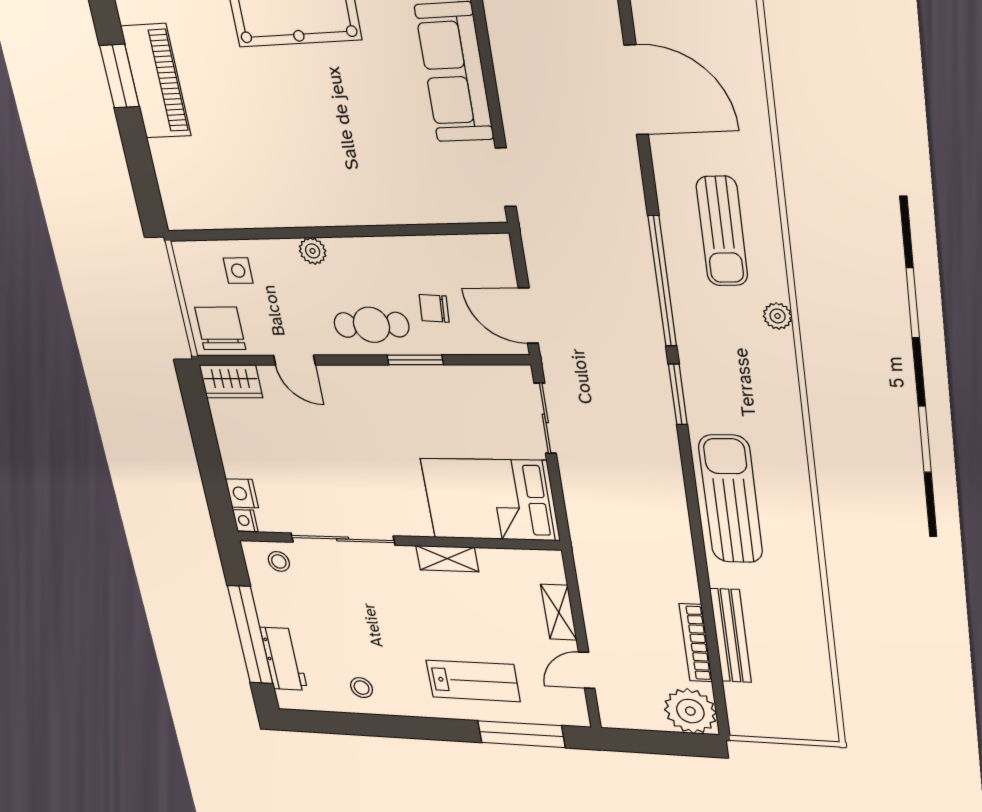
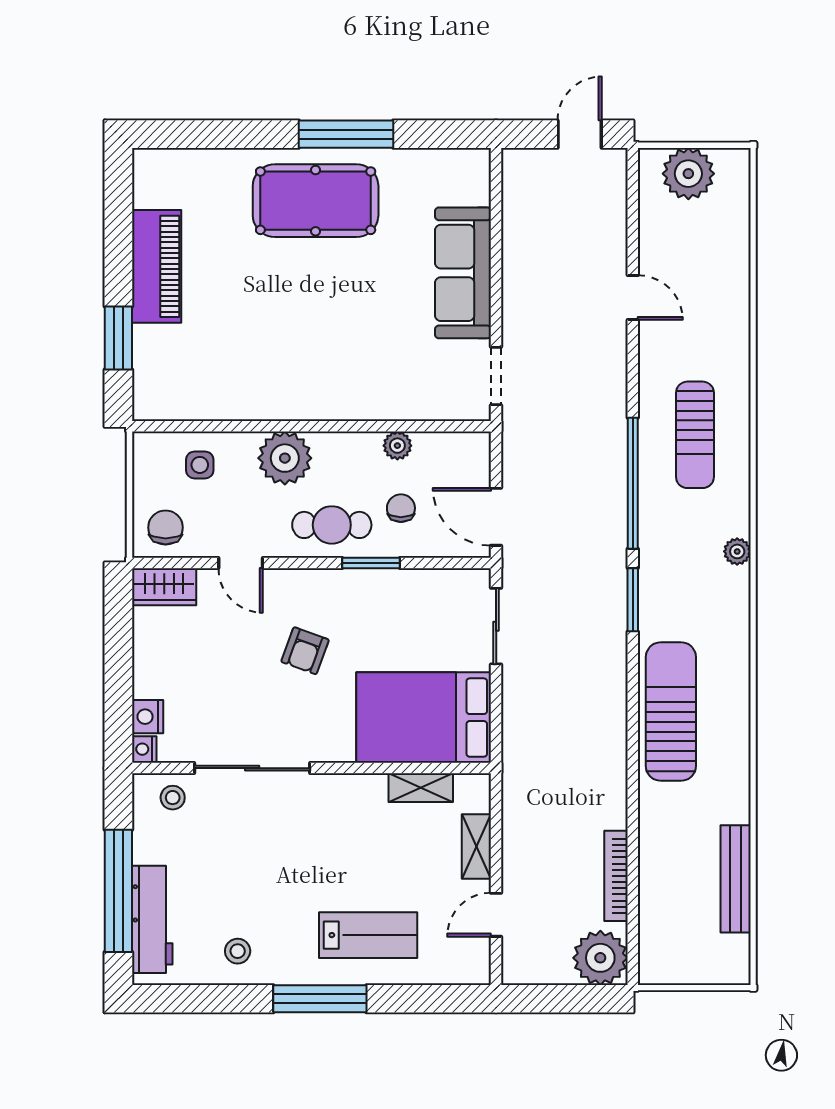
window: (119, 76) -> (118, 338), moved
door: (636, 90) -> (633, 298), width x0.53
plant: (420, 249) -> (397, 446), added
plant: (313, 251) -> (285, 458), width x1.87, depth x1.87
chair: (434, 308) -> (401, 508), turned 86
plant: (778, 316) -> (737, 551), moved
chair: (220, 328) -> (166, 527), width x0.73, depth x0.73
armchair: (369, 439) -> (305, 651), added
shelving: (447, 559) -> (421, 788), moved
bench: (731, 636) -> (736, 879), moved
workbench: (284, 659) -> (152, 919), width x1.37
window: (521, 734) -> (320, 999), moved

